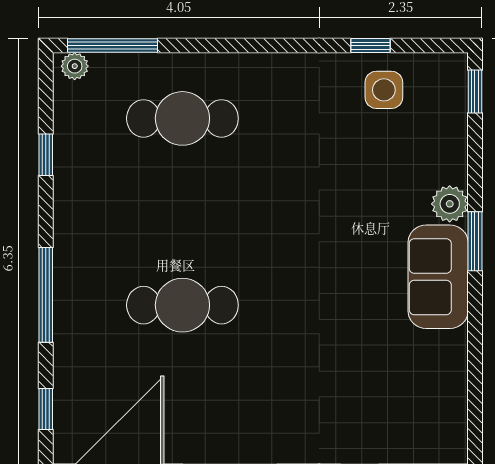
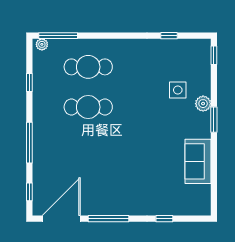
side table: (384, 90) -> (178, 90), moved
sofa: (438, 277) -> (198, 161), moved
cafe table: (182, 305) -> (88, 107), moved

